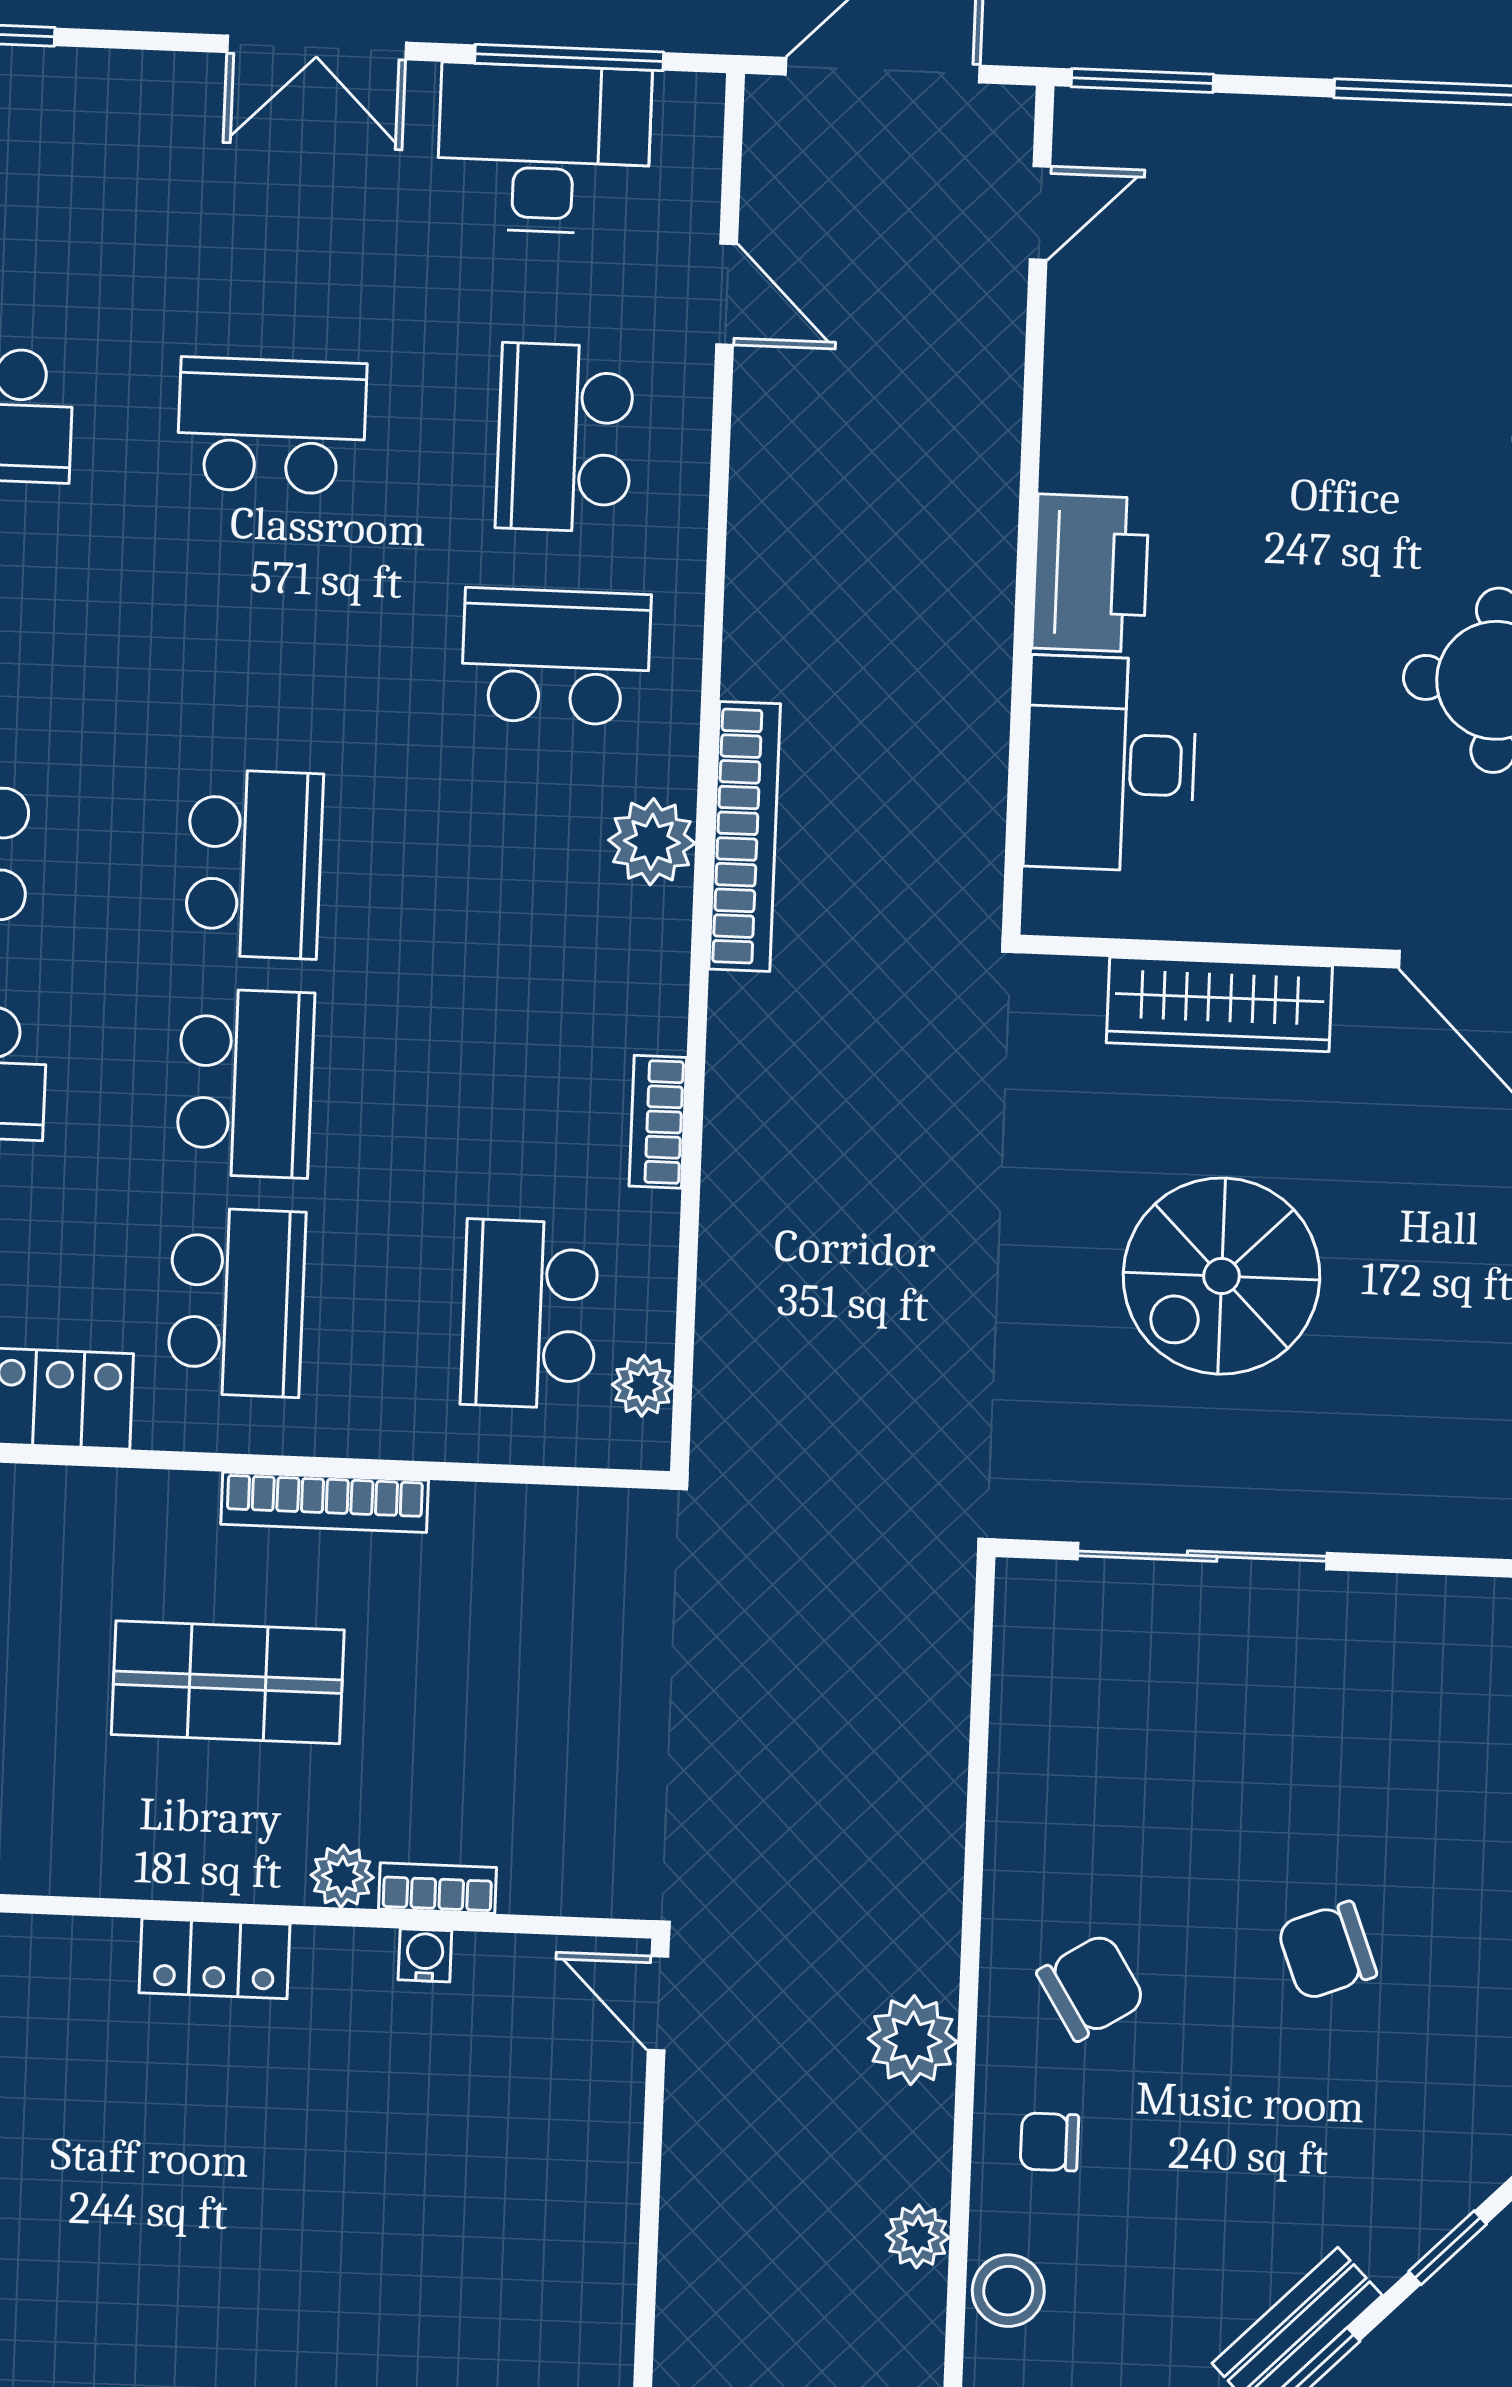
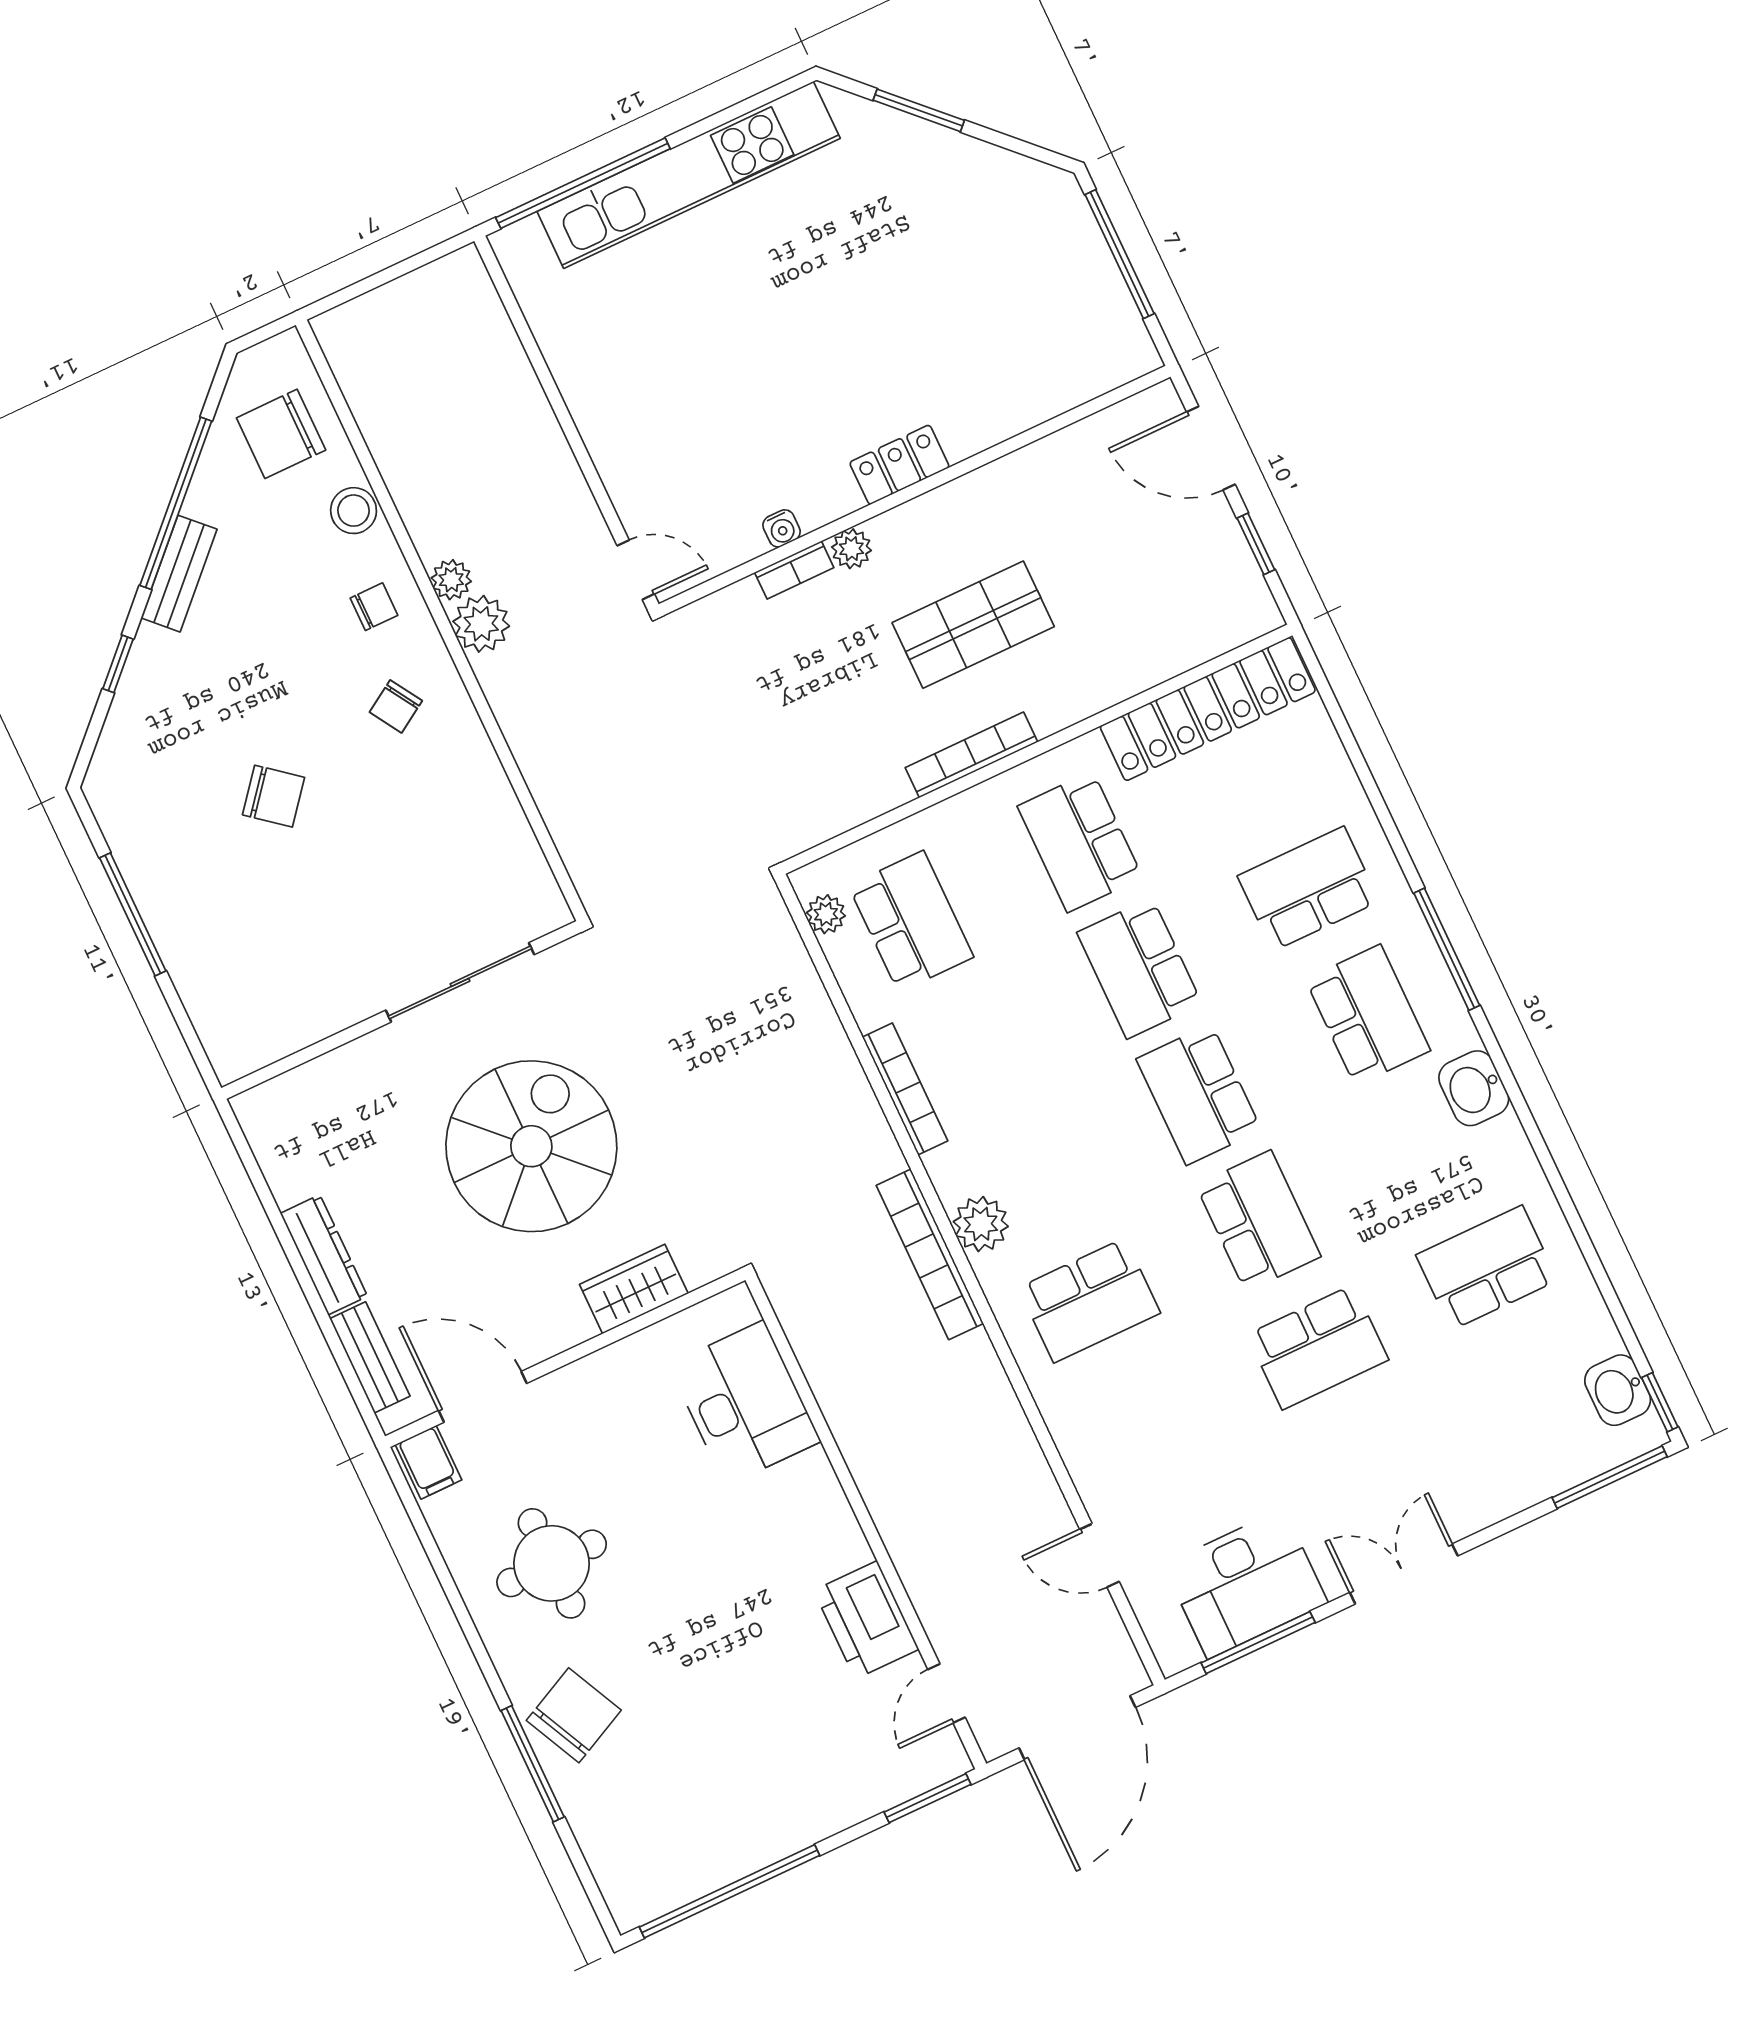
school desk: (565, 438) -> (1258, 1221), moved
printer: (1090, 573) -> (866, 1620), moved
wardrobe: (1219, 1004) -> (634, 1289), width x0.67
bookcase: (658, 1122) -> (905, 1089), width x1.56
spiral stairs: (1221, 1276) -> (531, 1146), width x1.37, depth x1.37
chair: (1327, 1951) -> (274, 796), turned 60
chair: (1091, 1987) -> (396, 706), width x0.73, depth x0.73
plant: (918, 2236) -> (451, 580), moved

